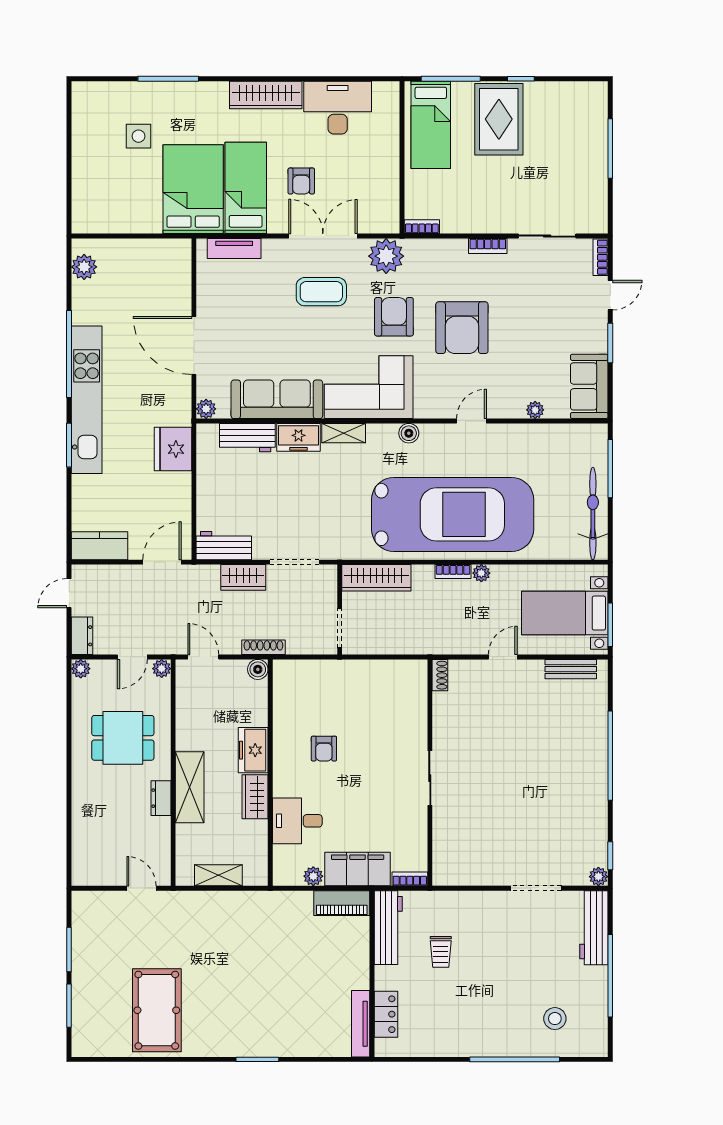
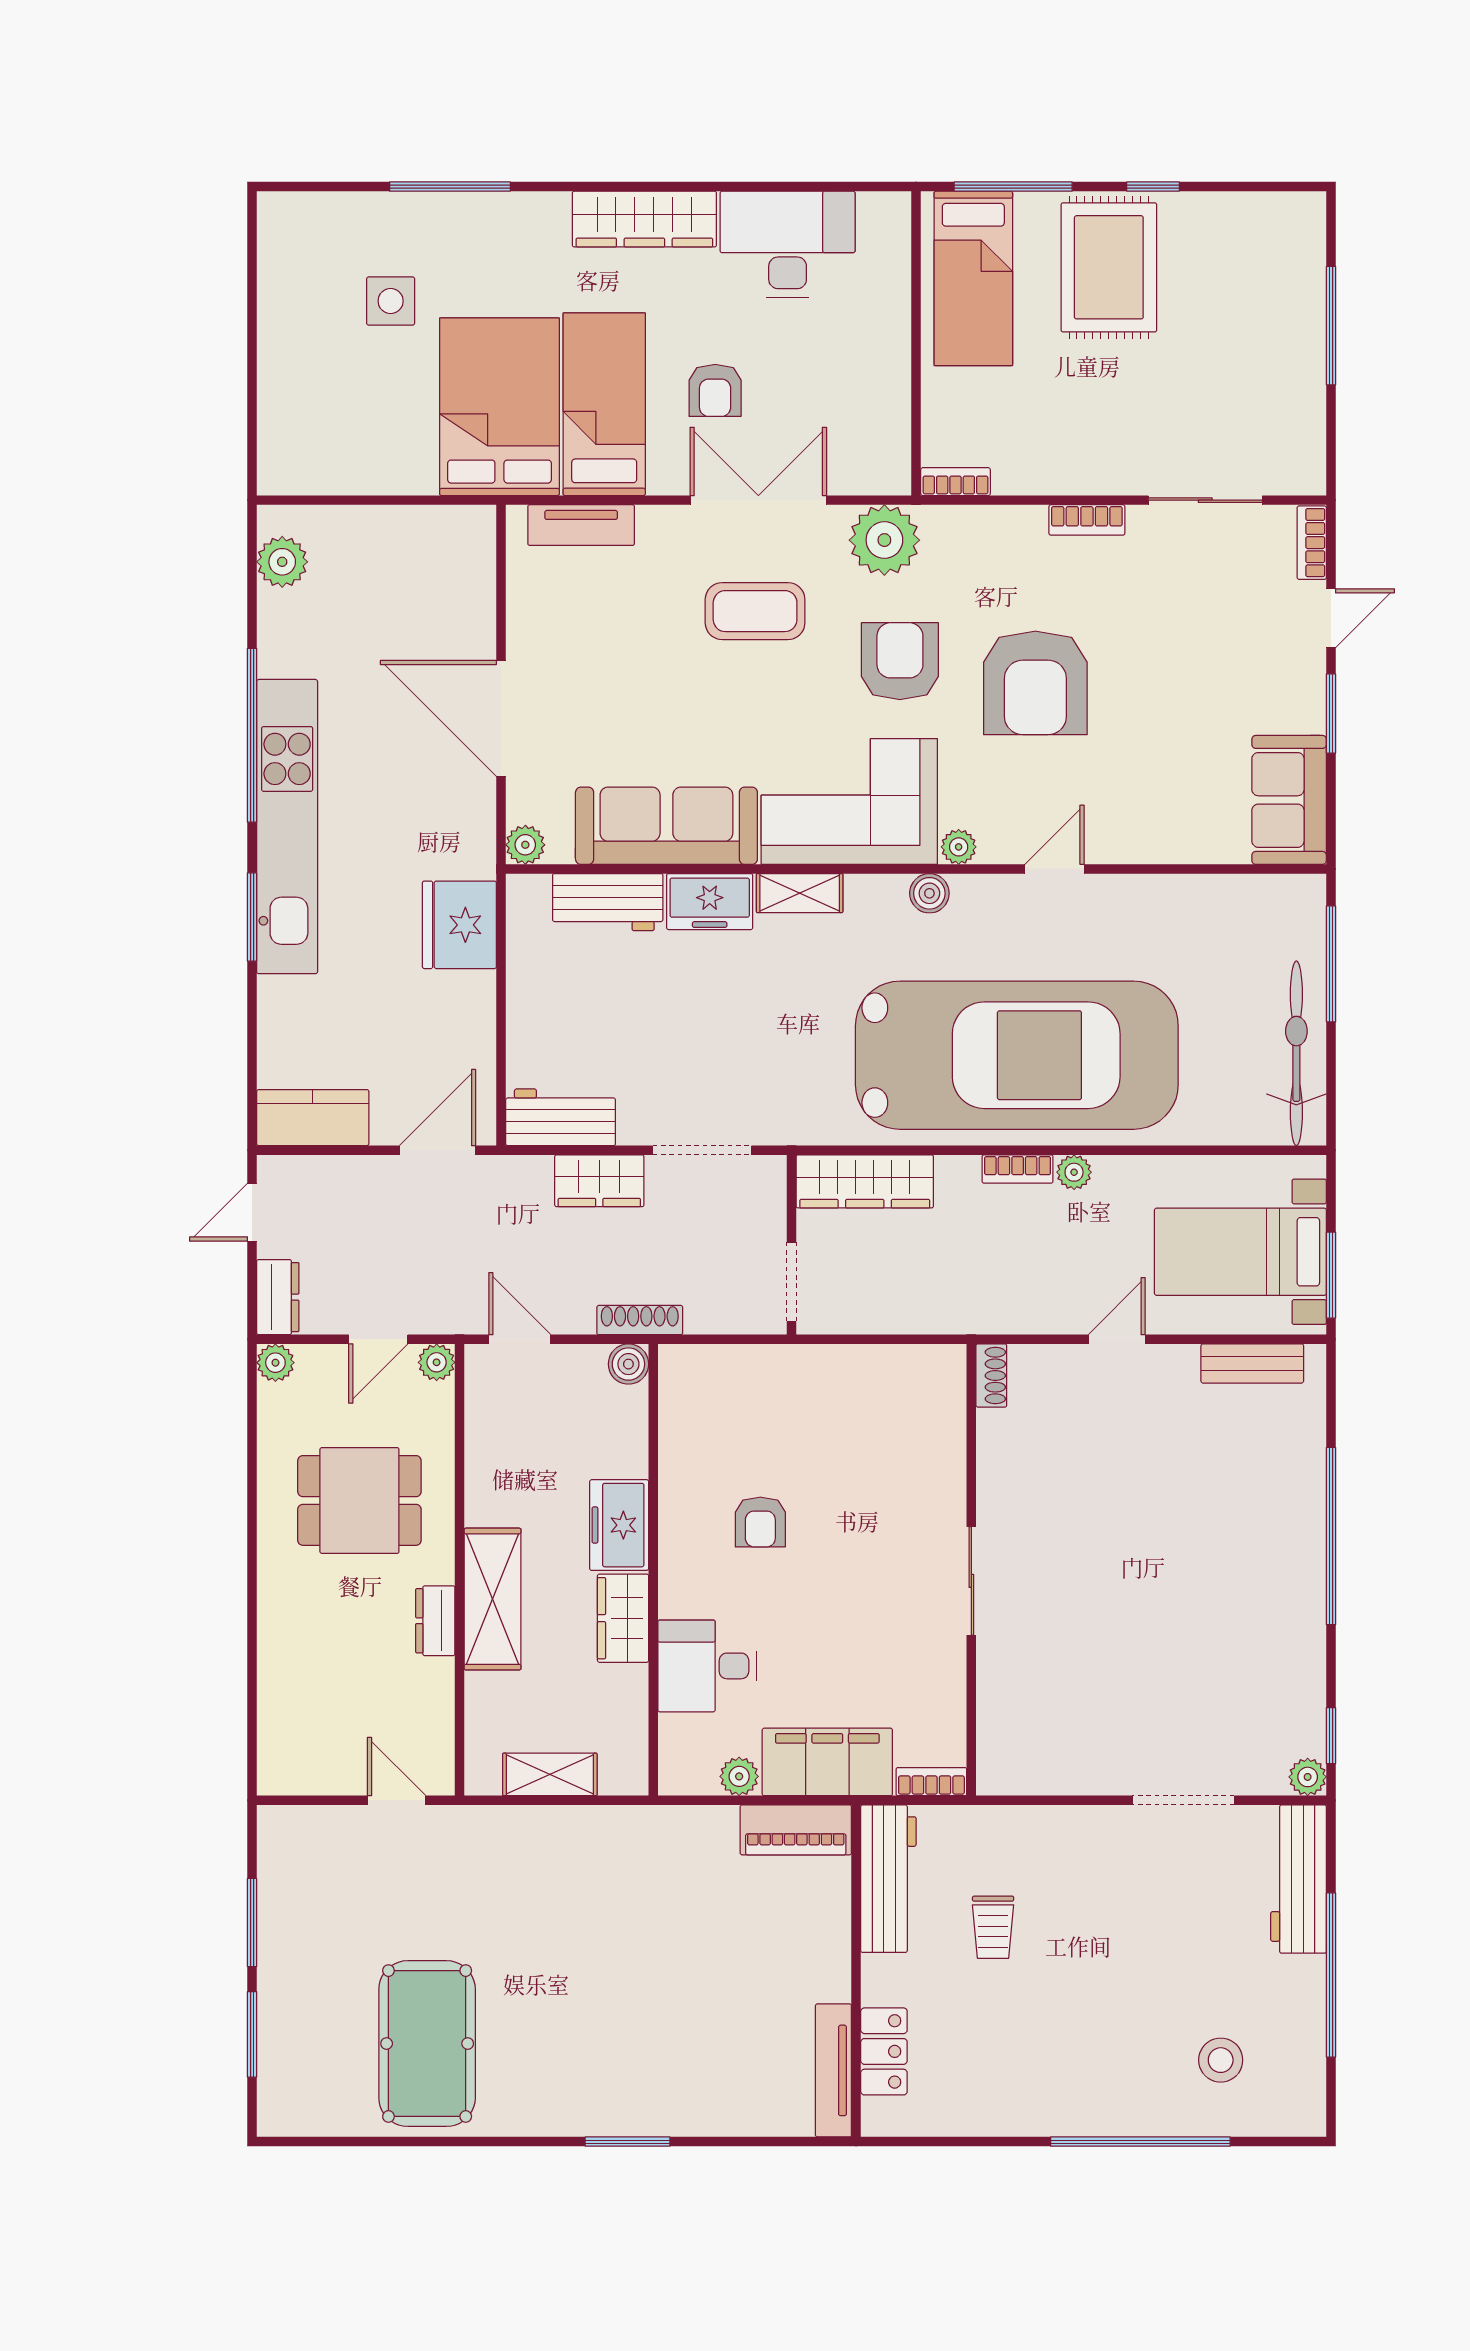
plant: (535, 410) -> (959, 847), moved

